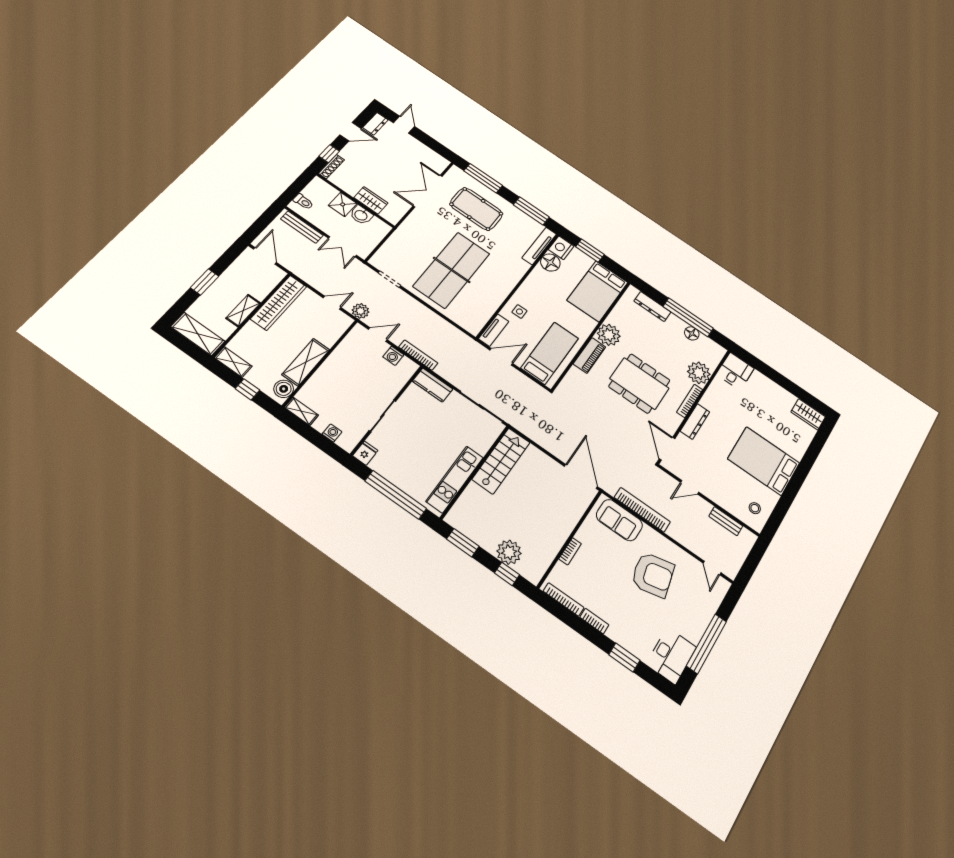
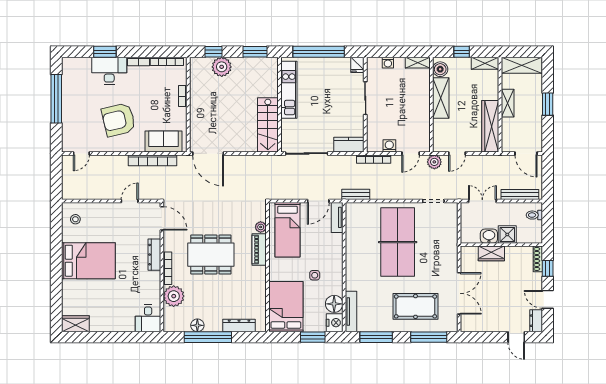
door: (351, 132) -> (548, 299), hinge flipped
side table: (519, 312) -> (315, 275), moved
plant: (609, 335) -> (261, 227), moved, width x0.53, depth x0.53
bench: (726, 521) -> (356, 194), moved
door: (712, 568) -> (81, 153), swing flipped
desk: (671, 656) -> (109, 71), moved, turned 90

